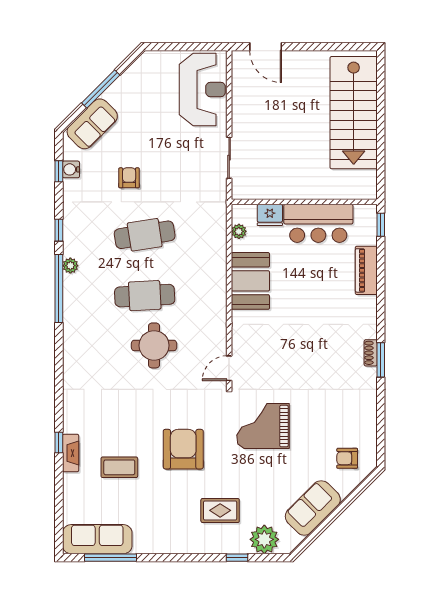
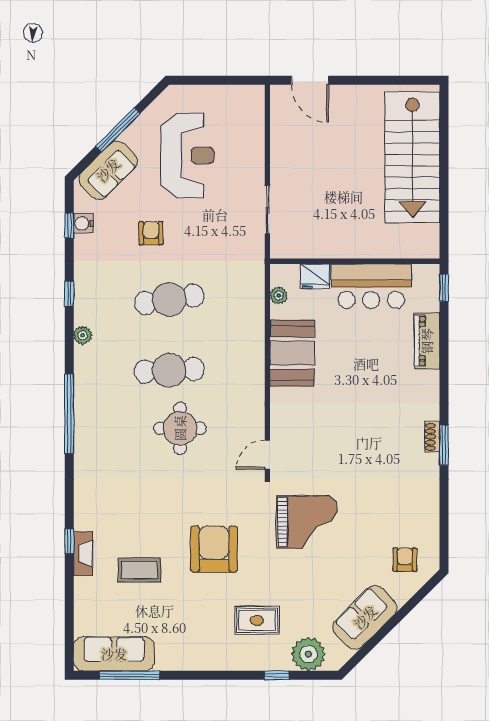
reception desk: (202, 89) -> (187, 156), moved
window: (59, 288) -> (69, 414), moved
grand piano: (263, 426) -> (307, 522), turned 180
armchair: (347, 458) -> (405, 560), turned 90

